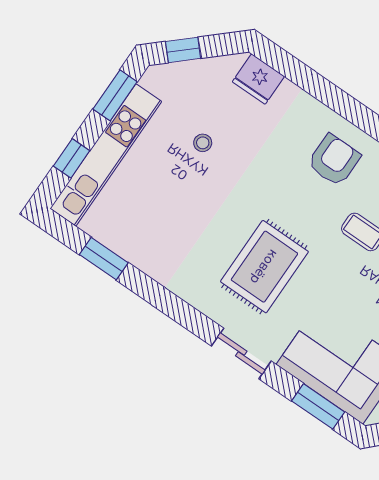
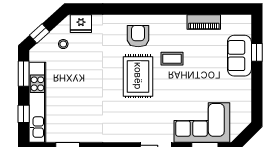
stool: (203, 143) -> (63, 44), moved
rug: (264, 267) -> (138, 76), moved

